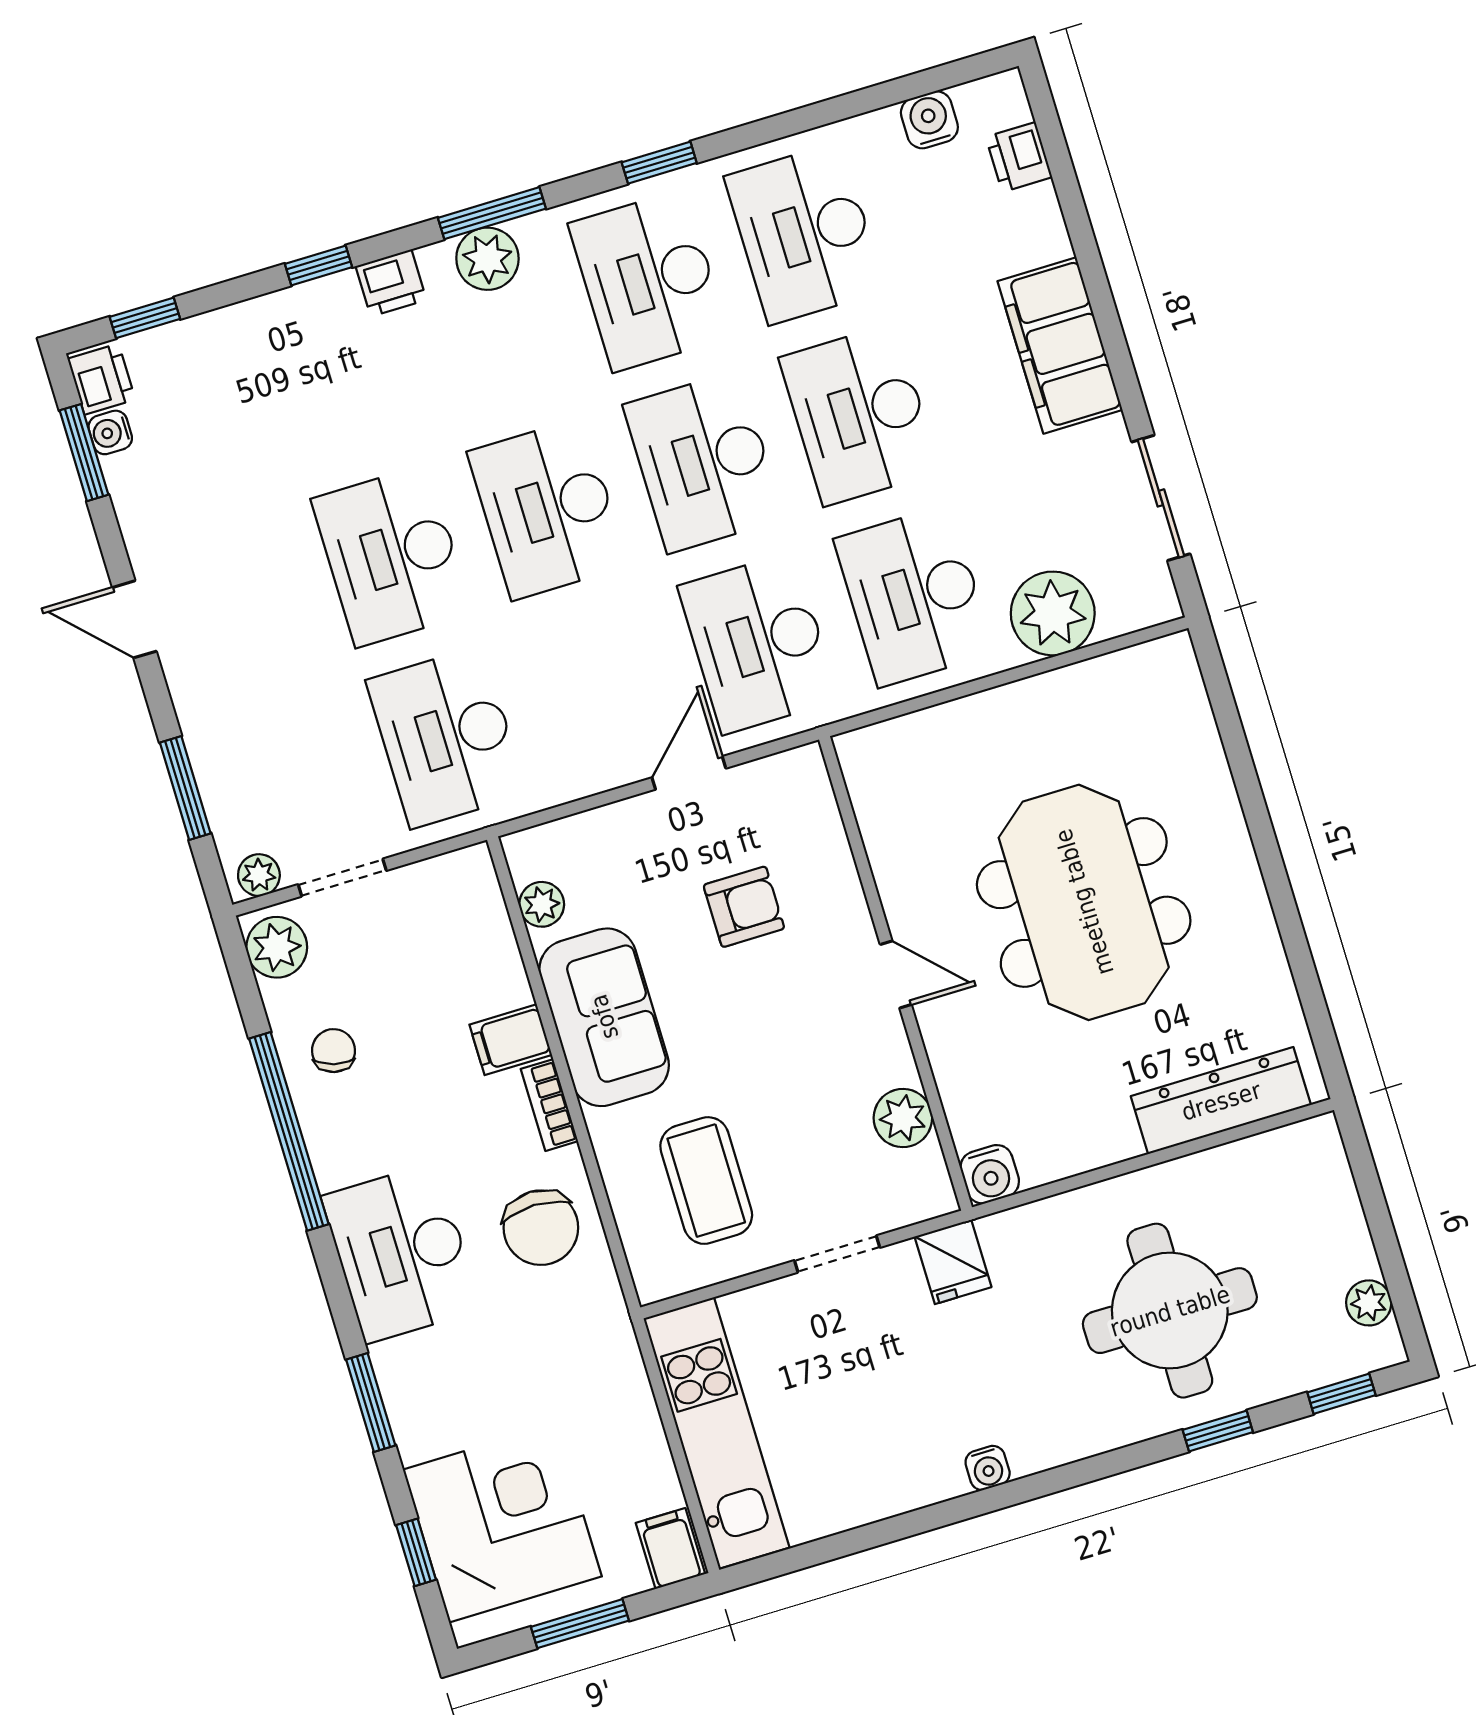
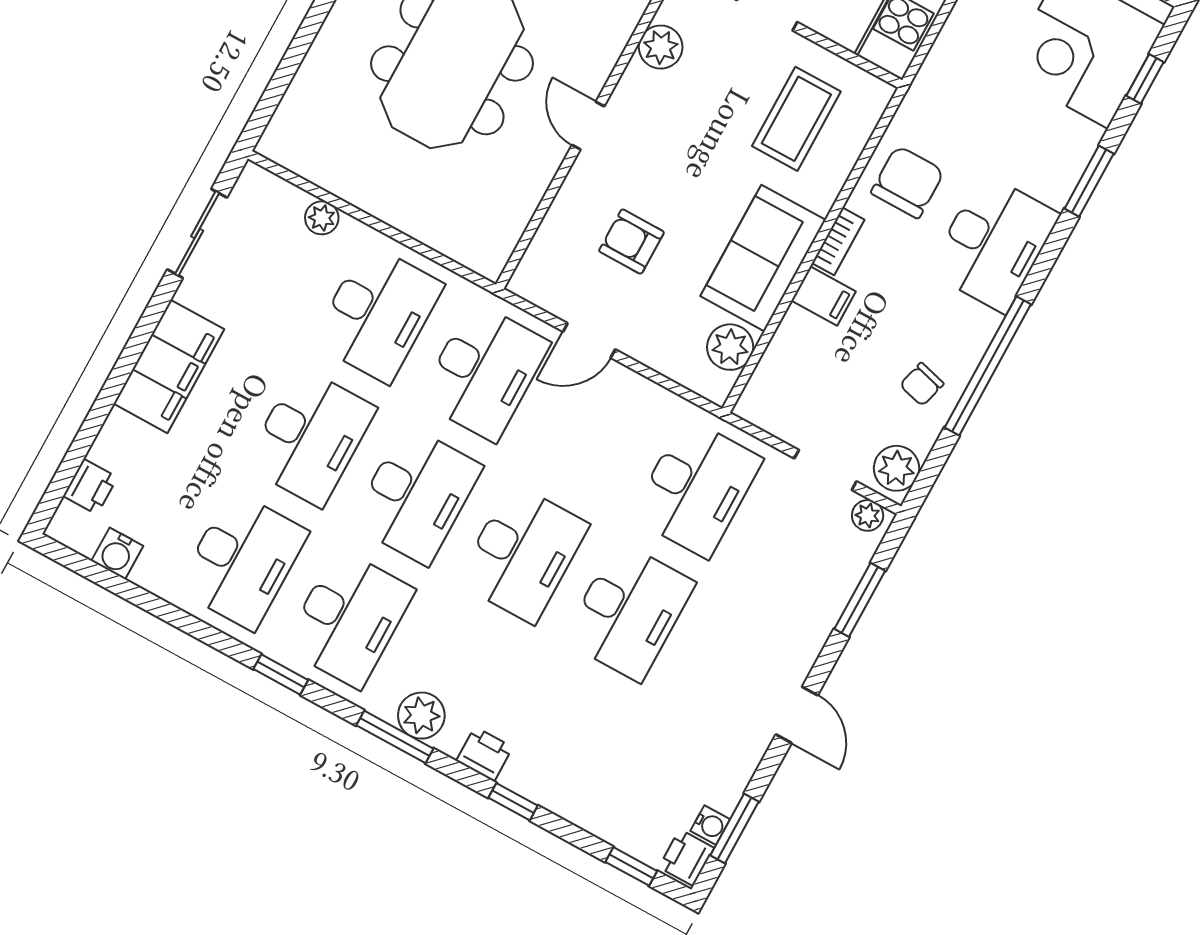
plant: (1053, 613) -> (322, 218), width x0.53, depth x0.53
plant: (542, 904) -> (730, 347), width x1.38, depth x1.38

